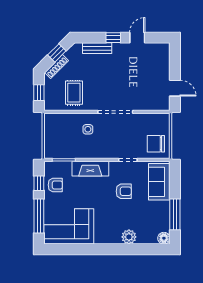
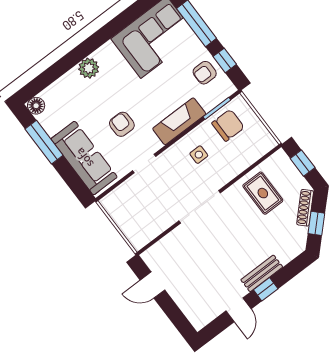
bench: (97, 48) -> (262, 273), moved
side table: (88, 129) -> (199, 155), moved
chair: (156, 144) -> (228, 125), moved
sofa: (159, 182) -> (84, 158), width x1.36
armchair: (124, 191) -> (122, 124), turned 90
plant: (129, 237) -> (89, 68), moved

